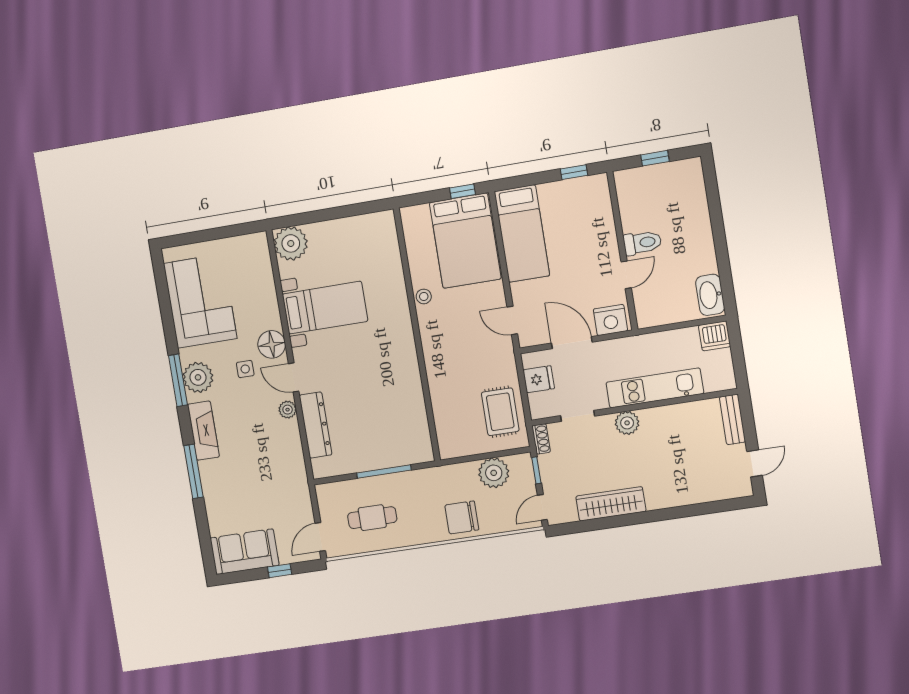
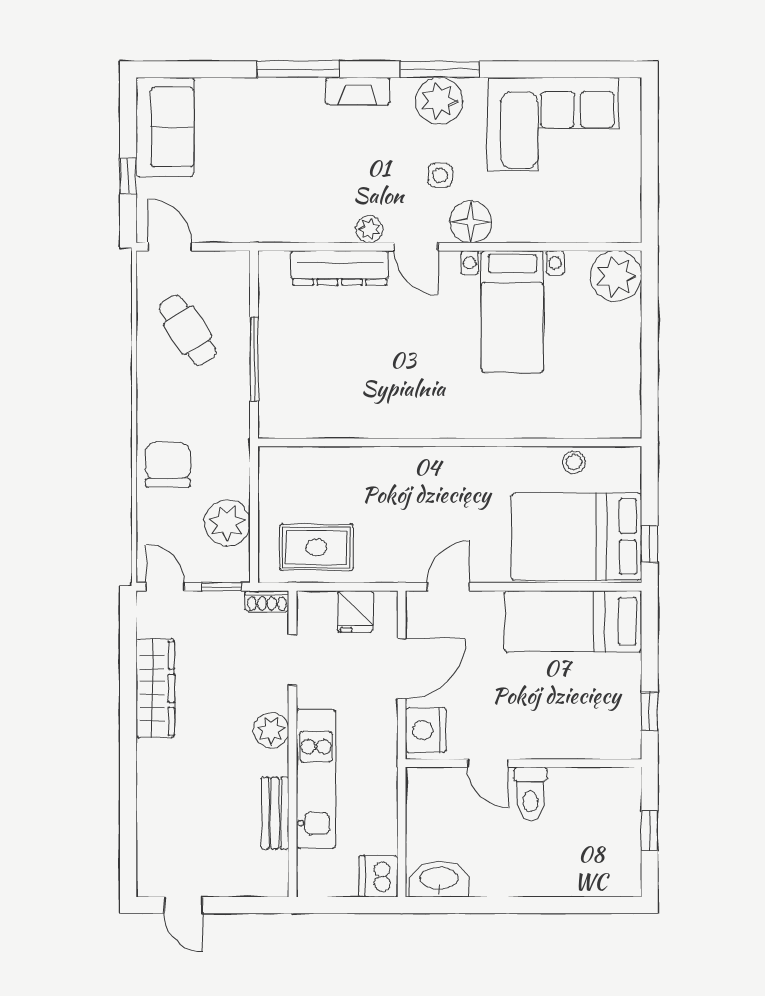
stool: (424, 296) -> (574, 462), moved
door: (294, 377) -> (416, 247), swing flipped
bench: (732, 419) -> (275, 813), moved, turned 90
fireplace: (203, 431) -> (358, 91), width x0.73, depth x0.76
cafe table: (372, 518) -> (188, 330), turned -33

